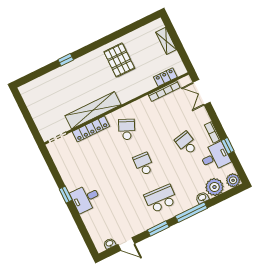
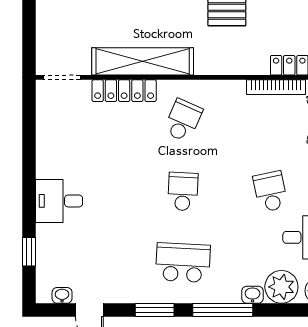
window: (66, 195) -> (29, 252), moved

